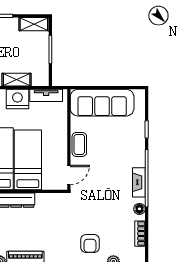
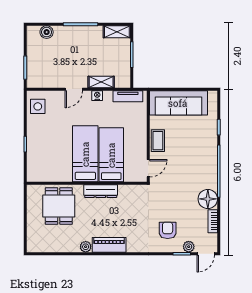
nightstand: (17, 99) -> (97, 96), width x0.53, depth x0.56
fireplace: (139, 182) -> (212, 175), removed
floor lamp: (139, 209) -> (208, 199), width x1.89, depth x1.89
armchair: (90, 243) -> (168, 230), turned 180

